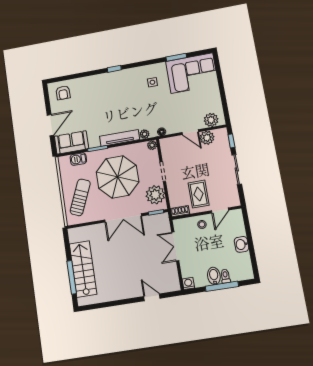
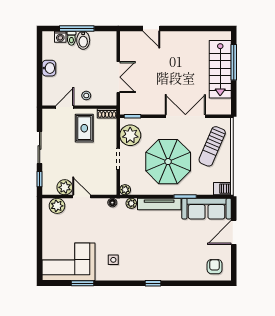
sofa: (71, 142) -> (207, 209), width x1.36
barbecue: (78, 159) -> (222, 189), moved
double door: (123, 218) -> (185, 116), moved
washing machine: (188, 283) -> (60, 37), moved

